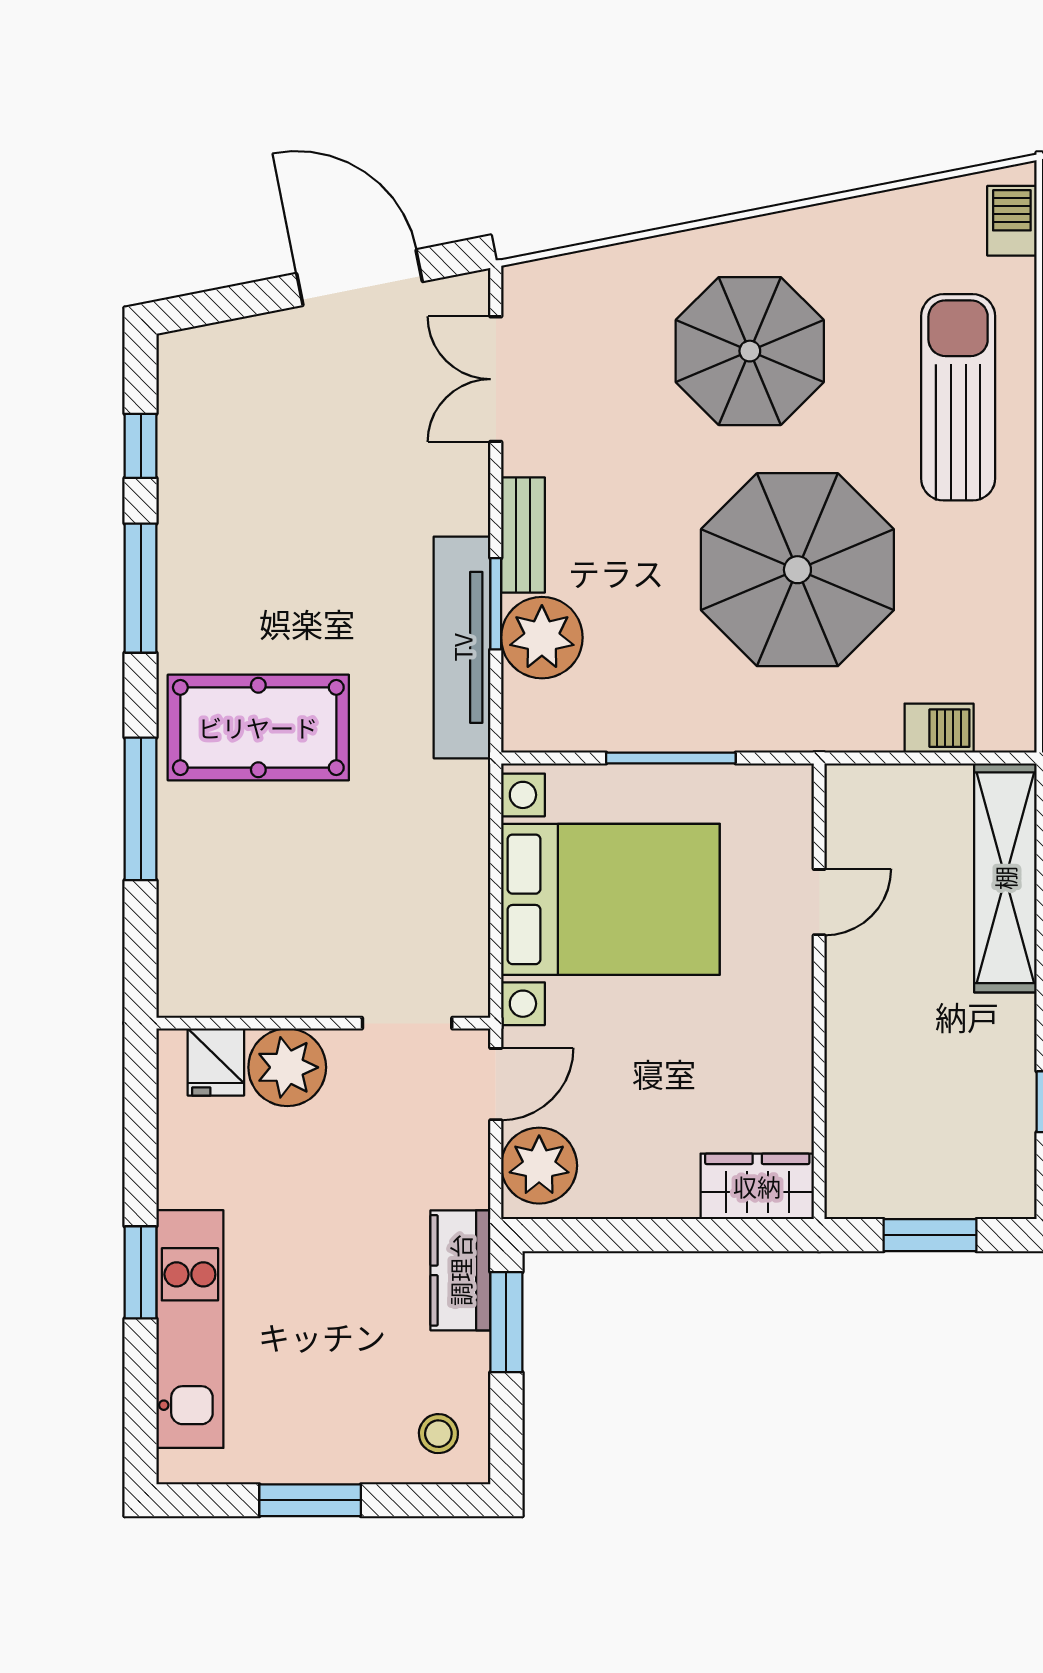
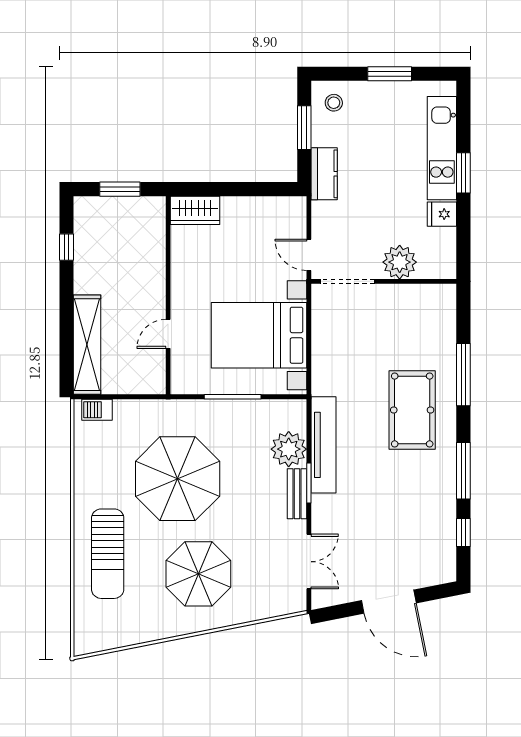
barbecue: (1012, 221) -> (84, 631), removed
door: (360, 278) -> (389, 602), moved
window: (496, 604) -> (309, 483), moved
pool table: (258, 727) -> (412, 410), turned 90
barbecue: (939, 728) -> (97, 410), moved
doorway: (407, 1023) -> (347, 281), width x1.38
fridge: (216, 1062) -> (442, 214), moved, turned -90
door: (496, 1084) -> (309, 255), hinge flipped
plant: (539, 1166) -> (290, 219), removed
window: (506, 1322) -> (304, 128), moved

